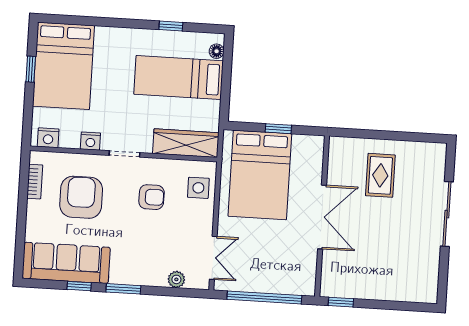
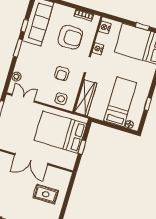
double door: (213, 258) -> (23, 98), swing flipped

